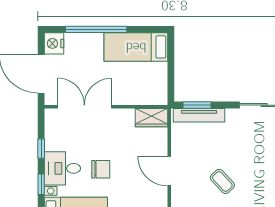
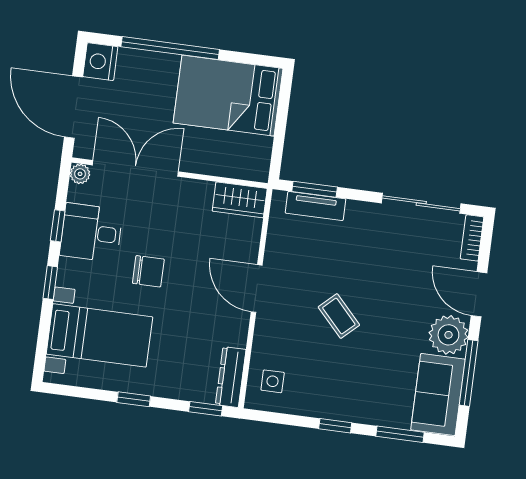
bed: (136, 47) -> (228, 96), width x1.50
plant: (51, 115) -> (80, 174), added
tv unit: (199, 115) -> (316, 206), width x0.71
desk: (62, 168) -> (91, 233), moved

